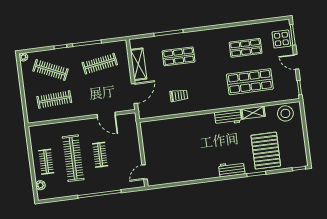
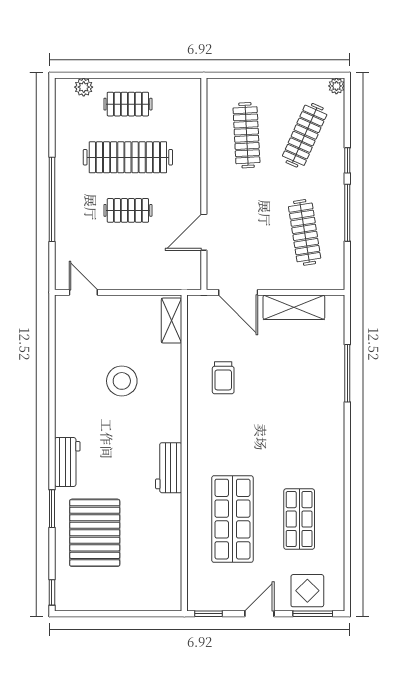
shop shelf: (179, 56) -> (299, 387), removed
shelving: (253, 113) -> (172, 321), moved
stool: (285, 113) -> (122, 381), moved
pallet: (266, 151) -> (95, 533), turned 90

